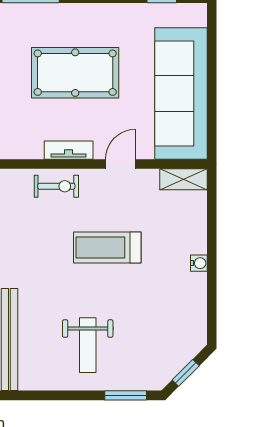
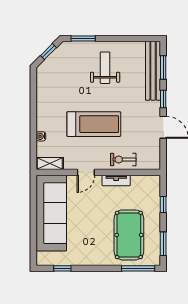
pool table: (75, 73) -> (129, 235), moved, turned 90
treadmill: (107, 248) -> (94, 124), width x1.37, depth x1.38
water cooler: (199, 263) -> (41, 136), moved

